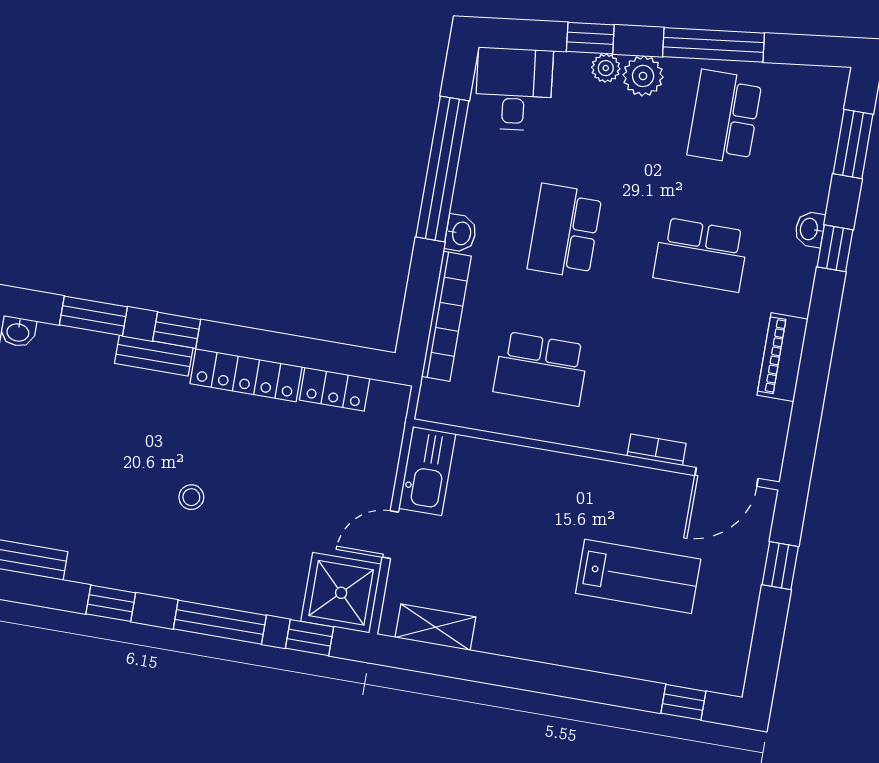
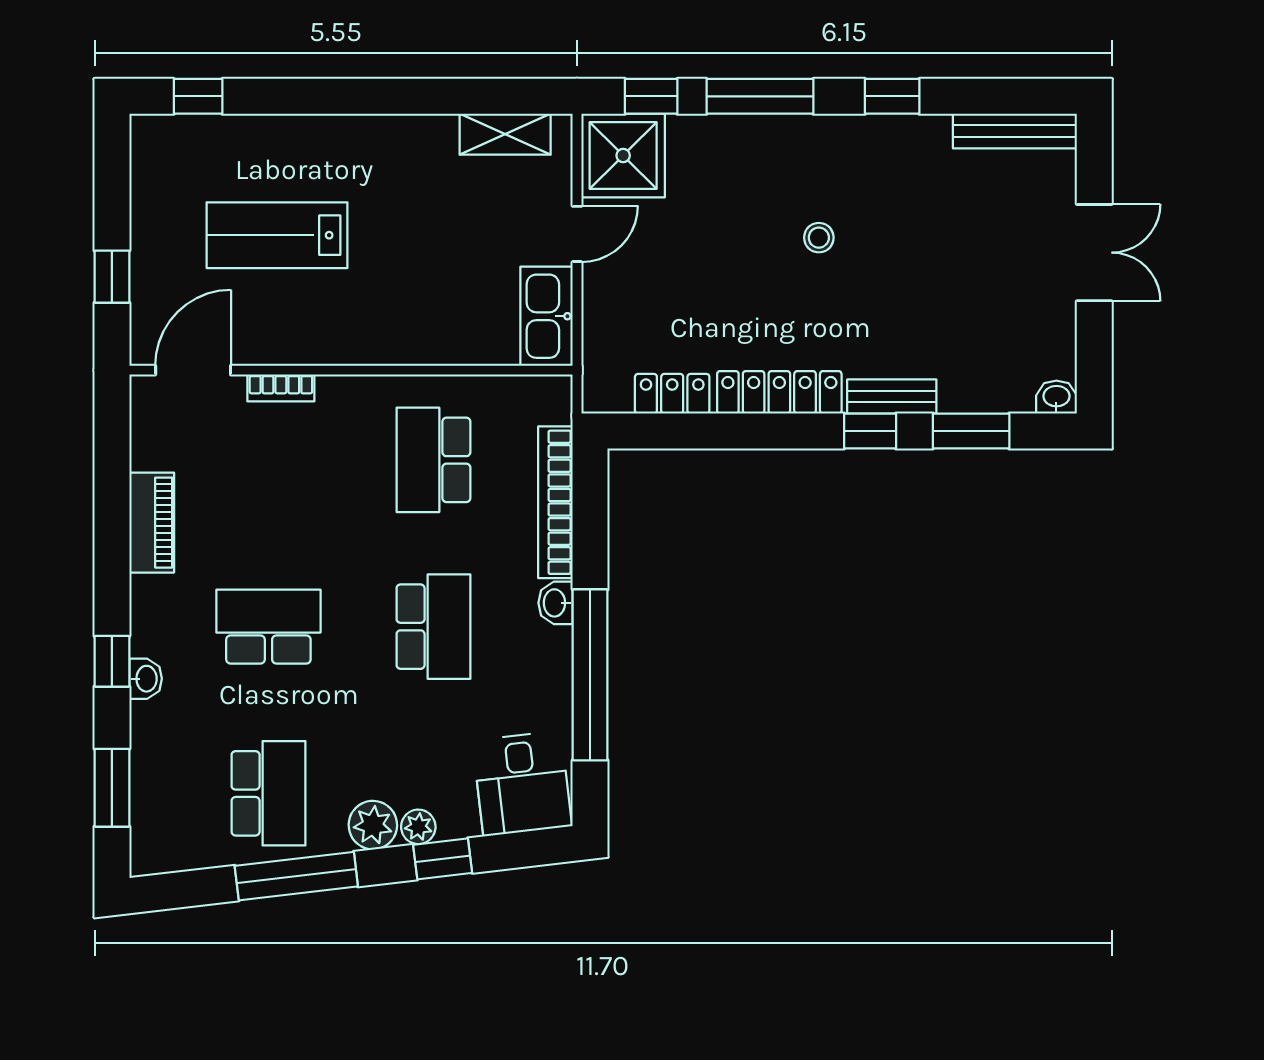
school desk: (541, 369) -> (433, 460), turned -90

